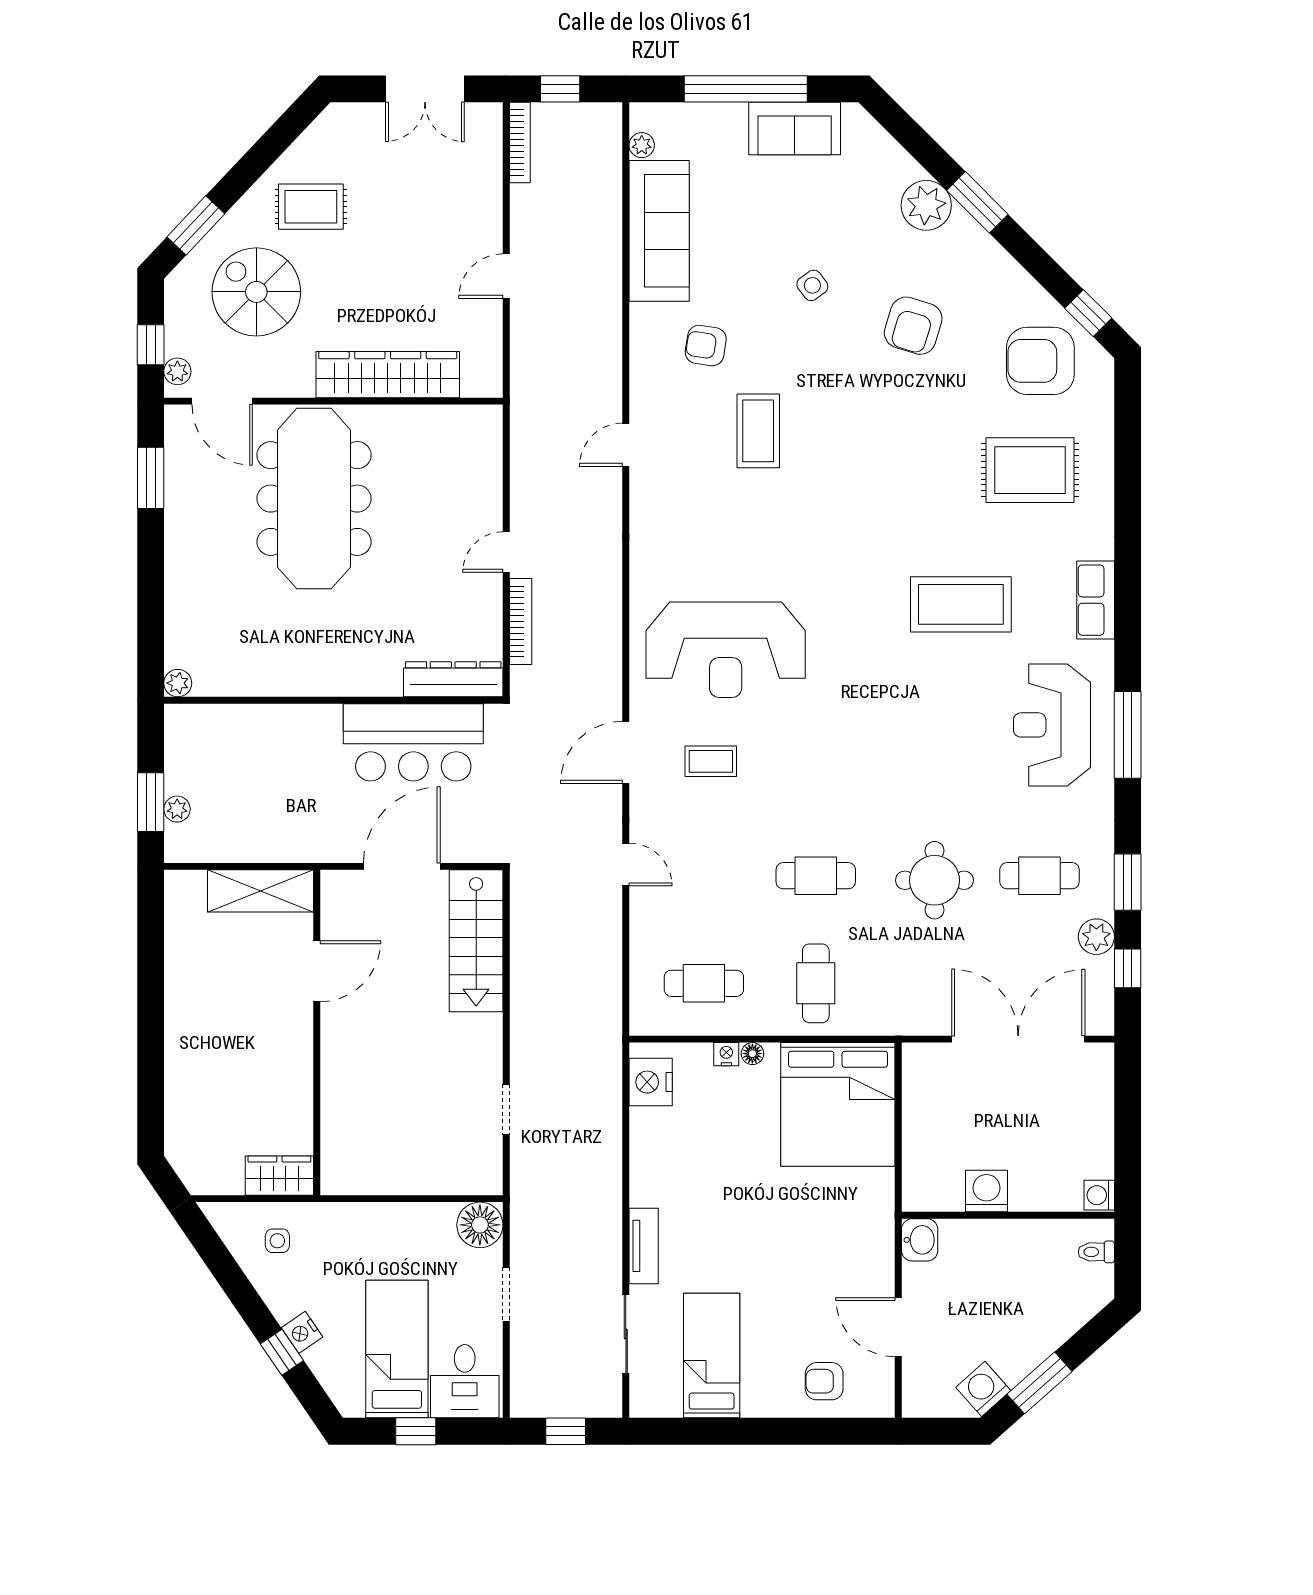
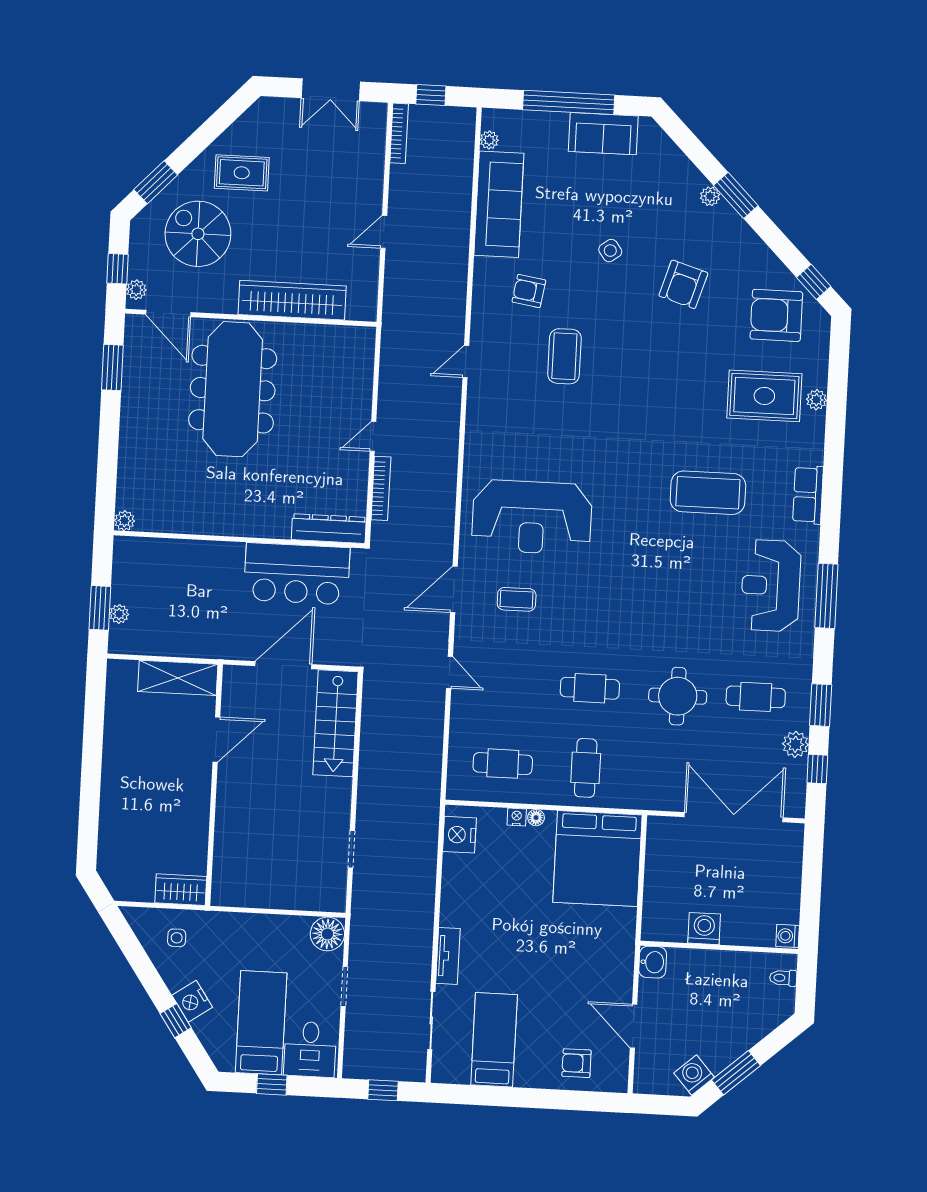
plant: (926, 205) -> (710, 196), width x0.53, depth x0.53
plant: (1100, 472) -> (816, 400), added
nightstand: (302, 1332) -> (192, 1001), width x1.36, depth x1.33

